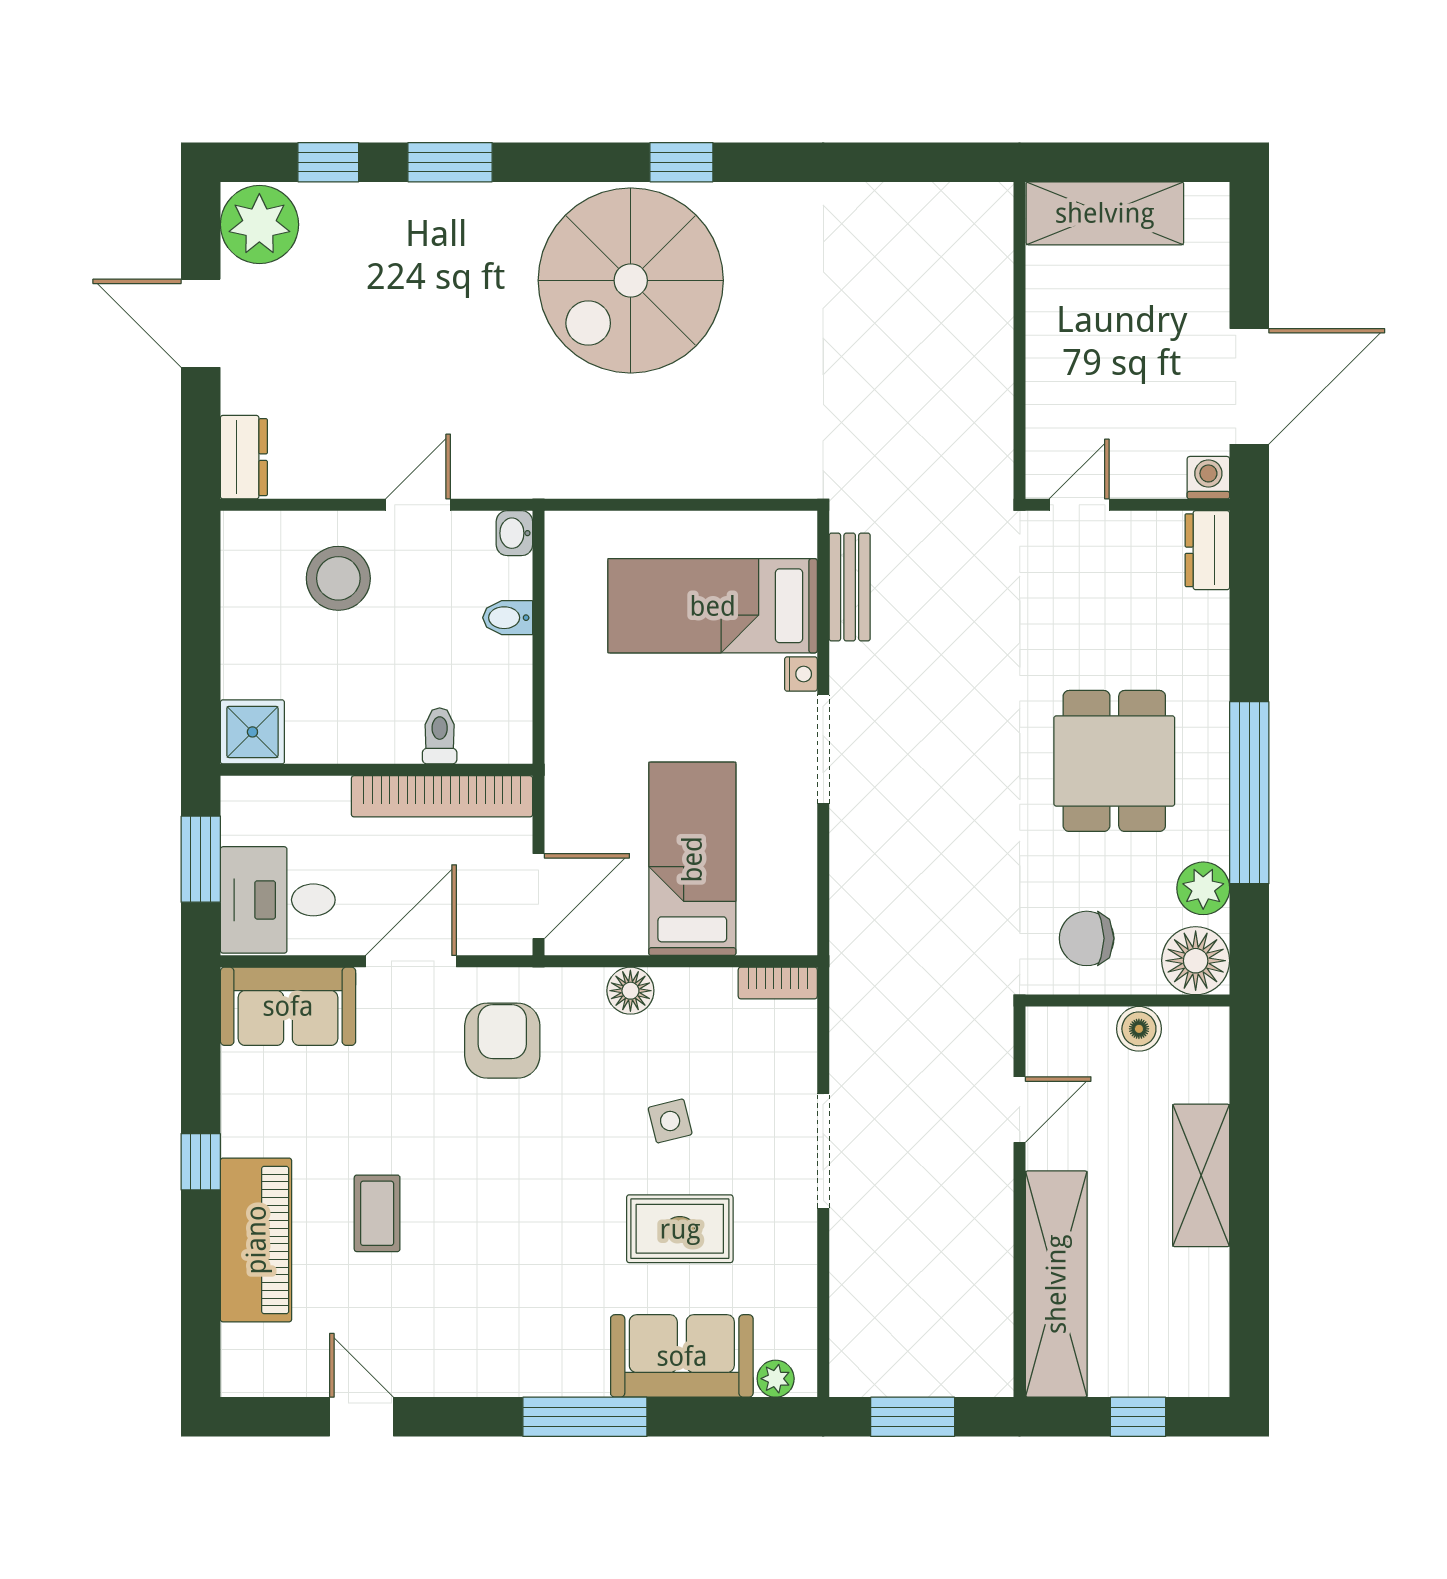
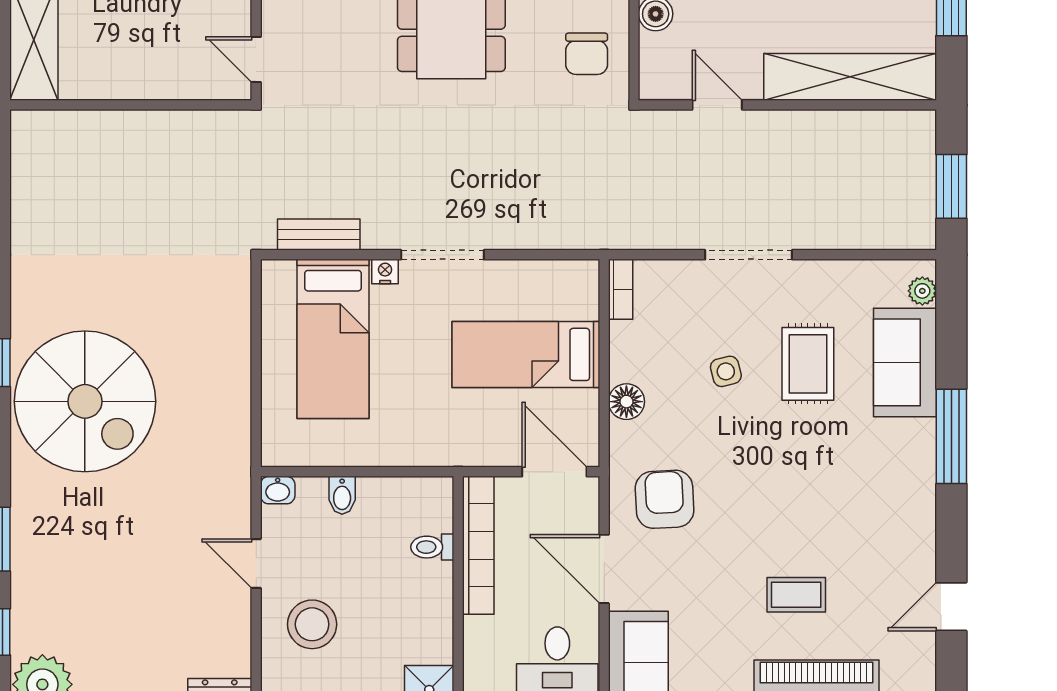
armchair: (502, 1041) -> (665, 499), turned 87

